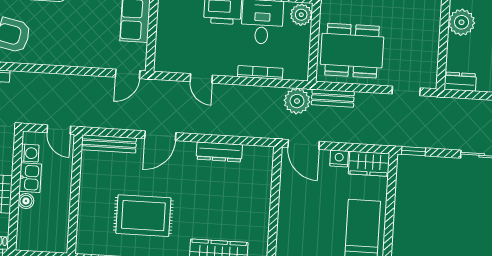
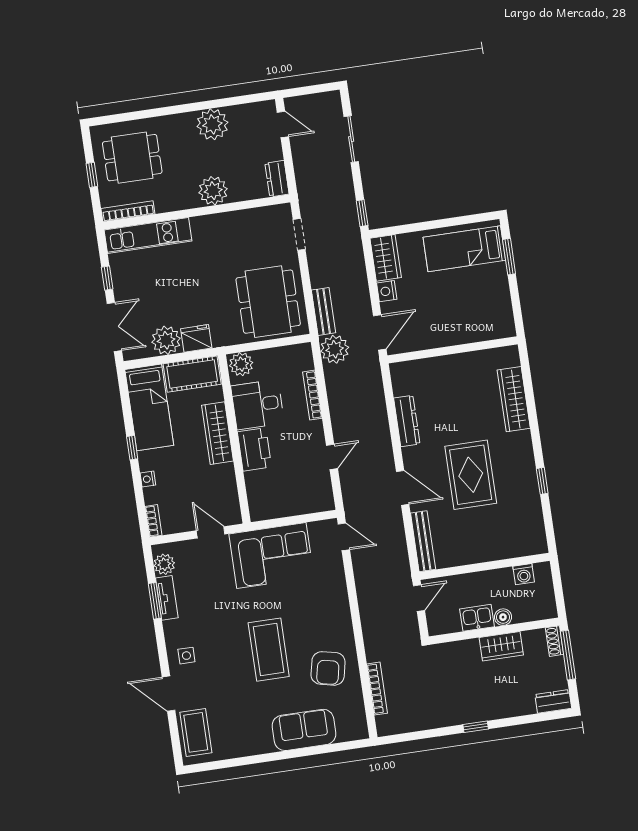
washing machine: (30, 153) -> (524, 574), moved, turned 180
rug: (143, 216) -> (471, 475), moved

